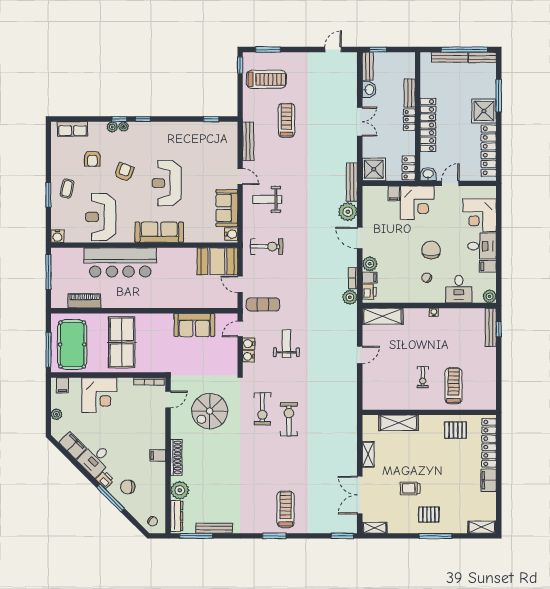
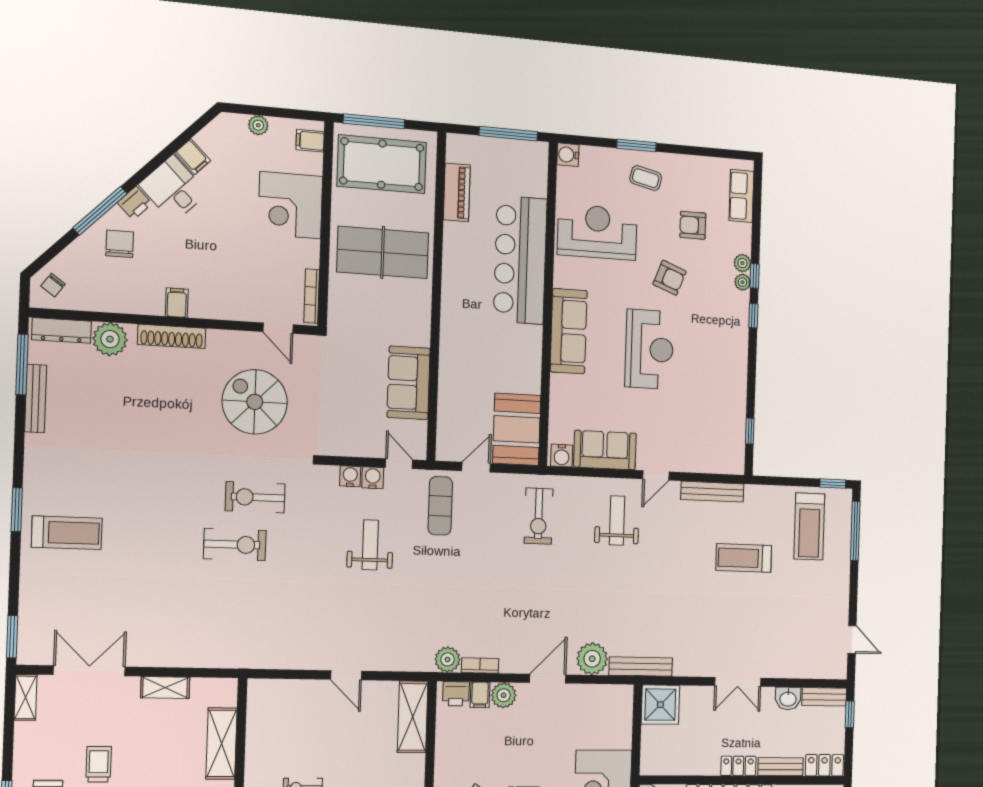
window: (268, 50) -> (855, 531), width x1.44
treadmill: (287, 120) -> (744, 558), turned 180
locker: (409, 168) -> (824, 765), moved
reception desk: (167, 183) -> (649, 349), turned 90
filing cabinet: (394, 193) -> (620, 739), removed
weight bench: (286, 344) -> (370, 545), turned -90
filing cabinet: (73, 445) -> (193, 157), width x0.50

